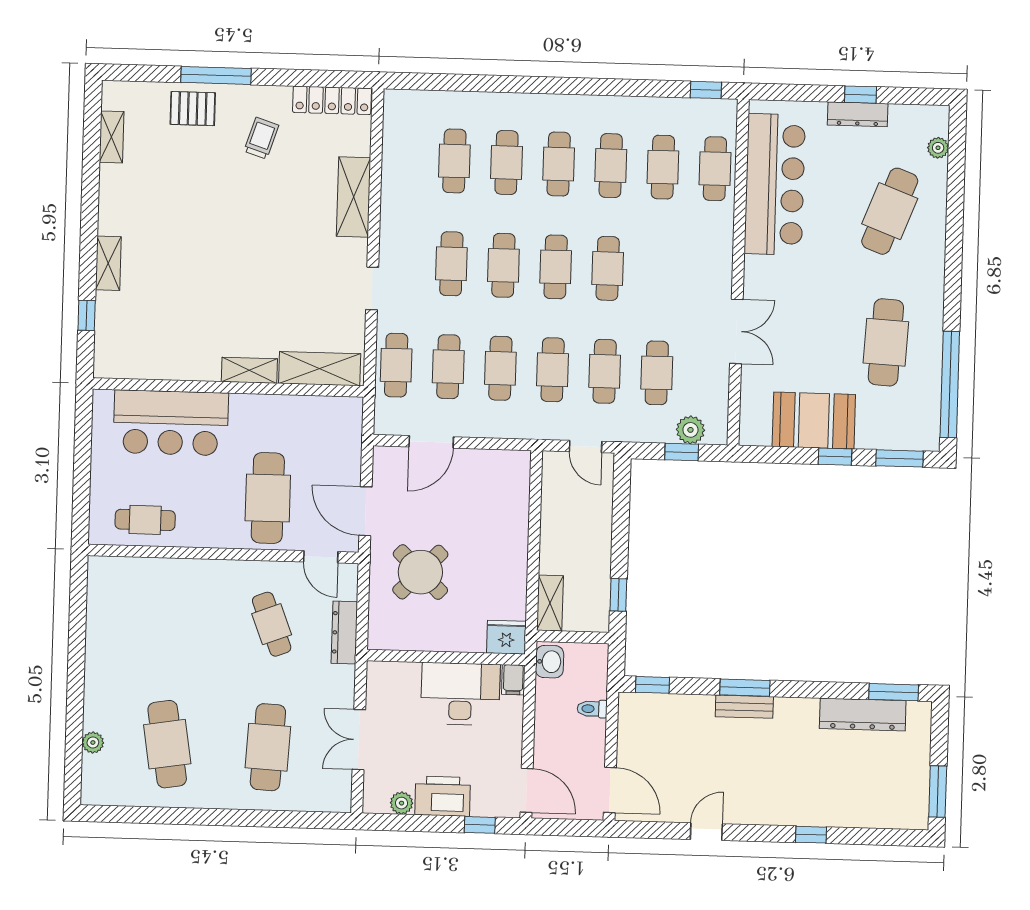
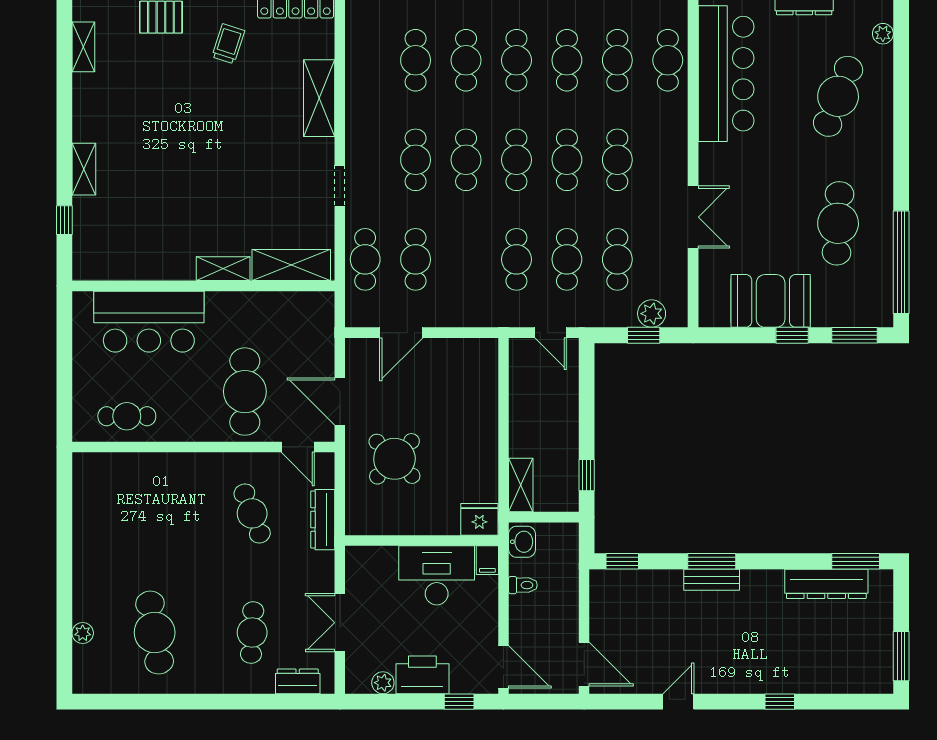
cafe table: (500, 368) -> (617, 160), moved
toilet: (592, 709) -> (523, 585), moved, turned 180
cafe table: (268, 747) -> (252, 633), width x0.73, depth x0.74
dresser: (314, 799) -> (298, 681), added

